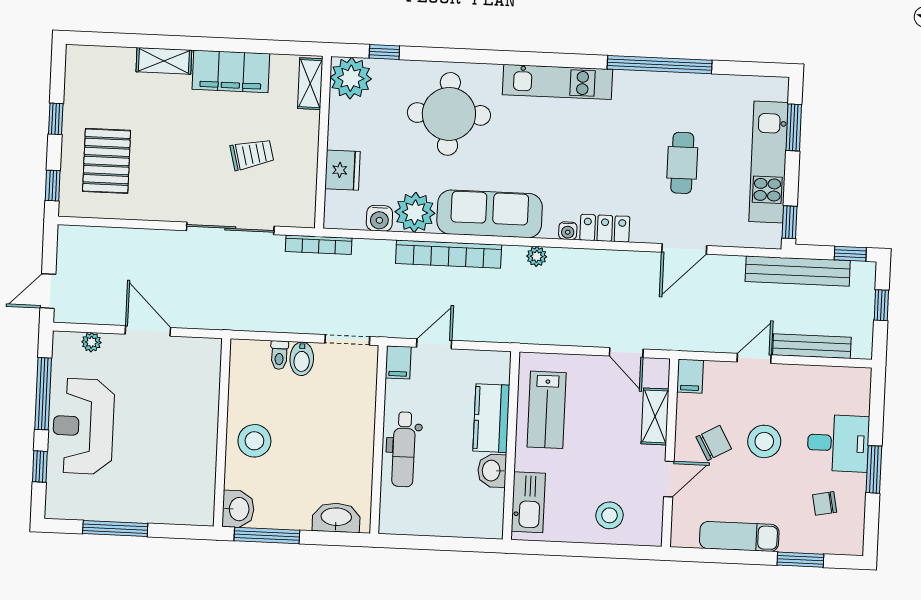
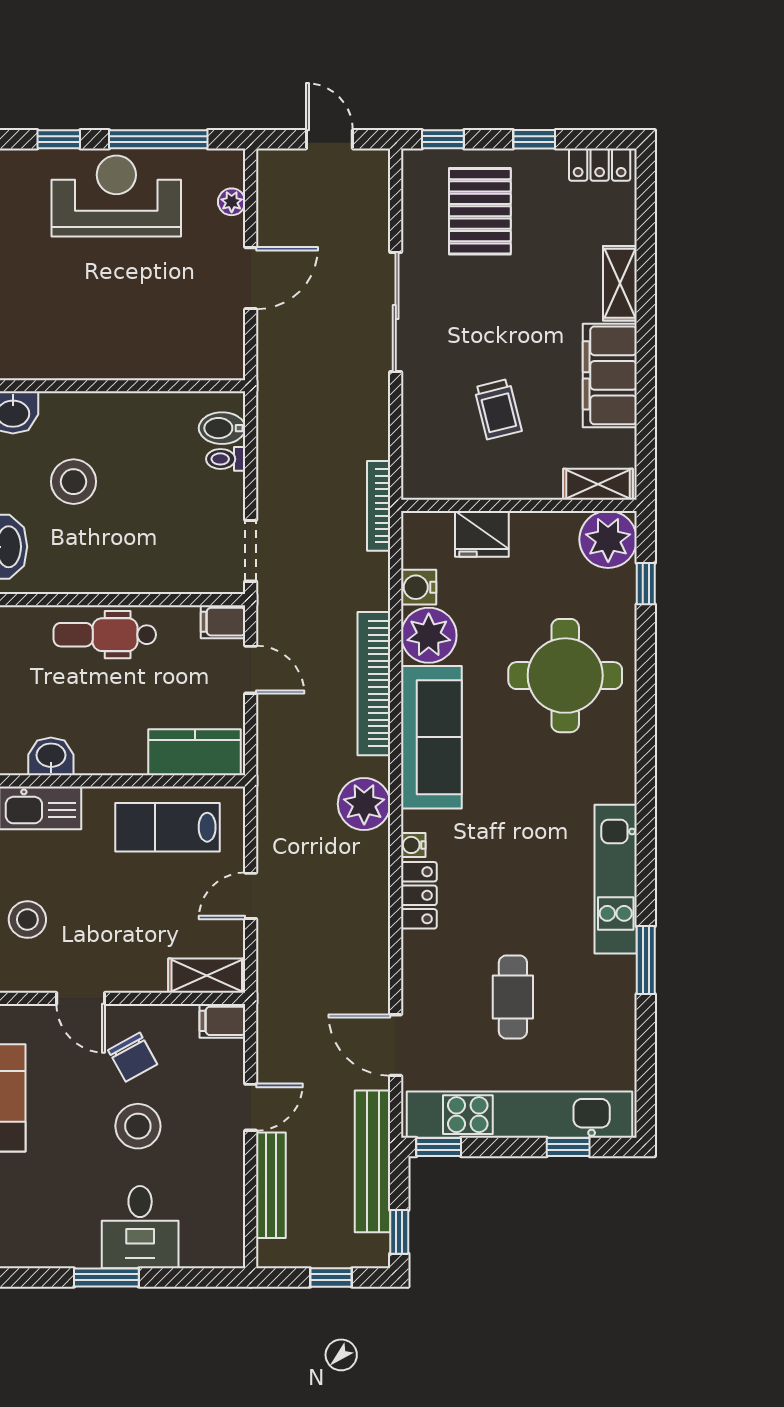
window: (660, 65) -> (646, 960), width x0.47
locker: (76, 72) -> (600, 165), added
kitchen unit: (558, 82) -> (616, 879), moved
window: (794, 127) -> (568, 1147), width x0.67
pallet: (107, 161) -> (480, 211), turned 90
kitchen unit: (769, 162) -> (520, 1115), width x1.36
cafe table: (682, 163) -> (513, 997), turned 90
sliding door: (230, 228) -> (396, 312), moved
door: (684, 249) -> (396, 1045), moved
plant: (537, 256) -> (364, 804), width x1.88, depth x1.88
door: (48, 291) -> (329, 139), moved
door: (626, 353) -> (251, 896), moved
door: (754, 358) -> (251, 1107), hinge flipped
bidet: (302, 359) -> (222, 428), moved
shelving: (655, 416) -> (207, 976), moved
kitchen counter: (491, 418) -> (195, 752), moved
stool: (254, 441) -> (74, 482), moved
washbasin: (492, 471) -> (51, 756), moved
chair: (825, 503) -> (57, 1212), removed

